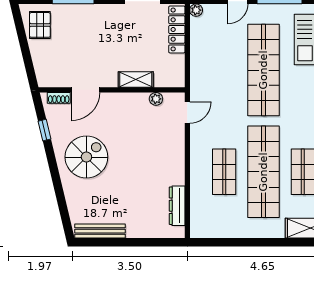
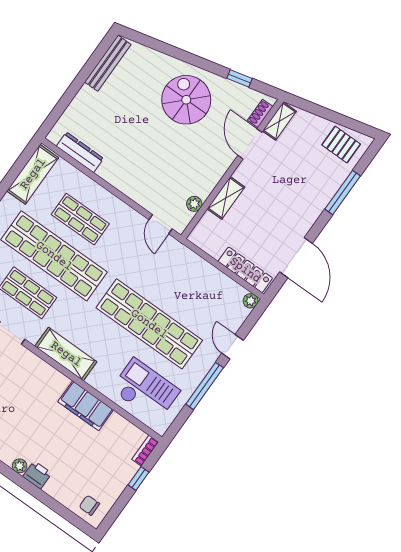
shelving: (54, 80) -> (279, 121), added
spiral stairs: (86, 157) -> (186, 100), turned 180
shelving: (217, 228) -> (33, 174), added

